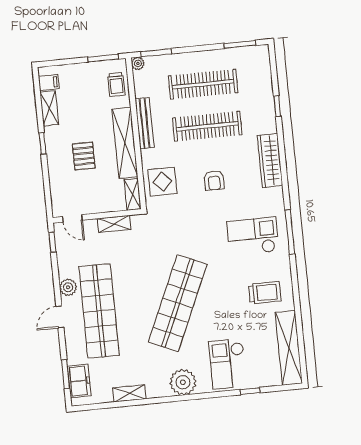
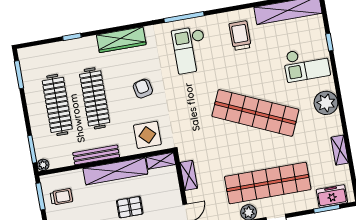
trolley: (116, 84) -> (61, 197), moved
armchair: (214, 180) -> (143, 89), turned -102

